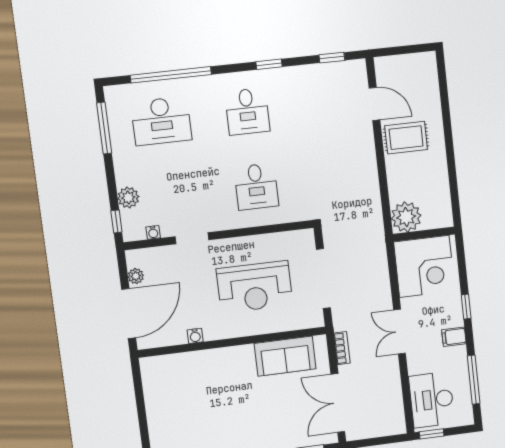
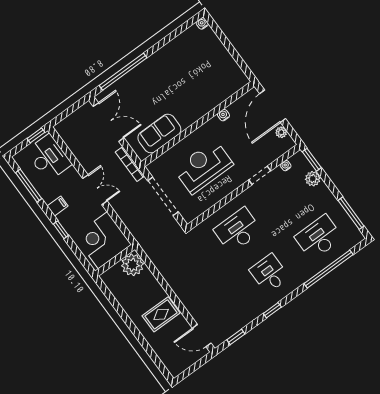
door: (374, 104) -> (202, 336), moved
desk: (256, 187) -> (238, 230), width x1.37
window: (116, 221) -> (312, 160), width x1.50
bookcase: (342, 348) -> (130, 164), width x1.56

